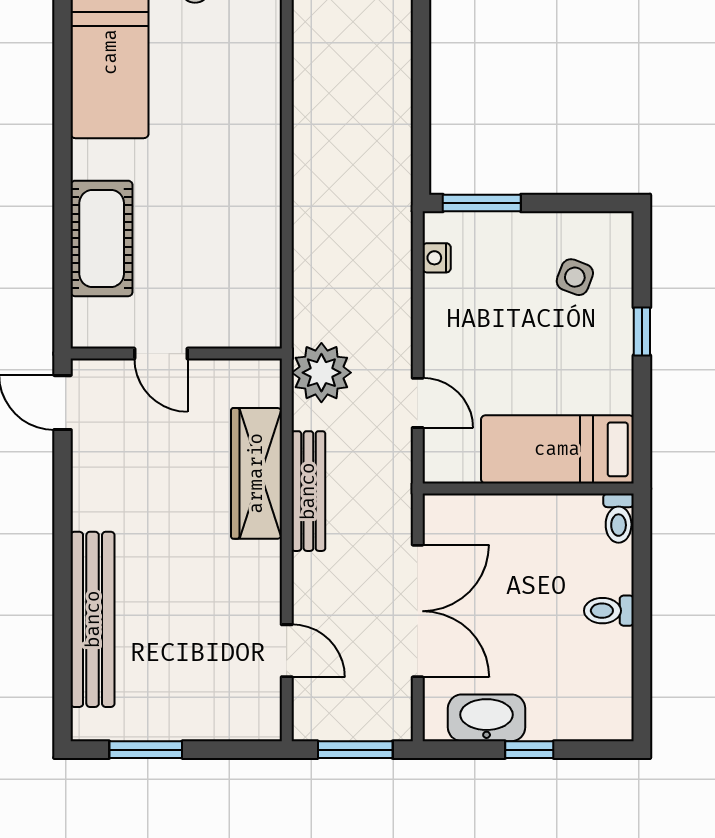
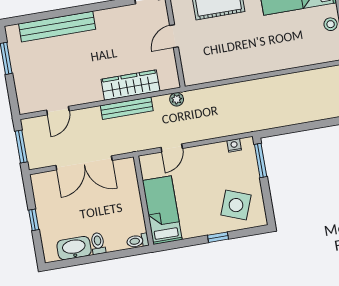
side table: (575, 277) -> (236, 205), width x1.87, depth x1.87
plant: (321, 373) -> (177, 99), width x0.53, depth x0.53
washbasin: (487, 718) -> (74, 248), moved, turned -90

